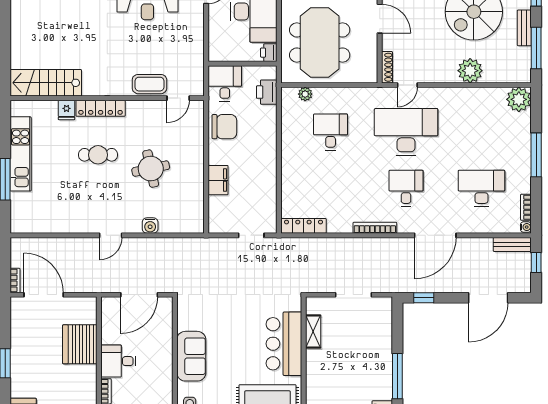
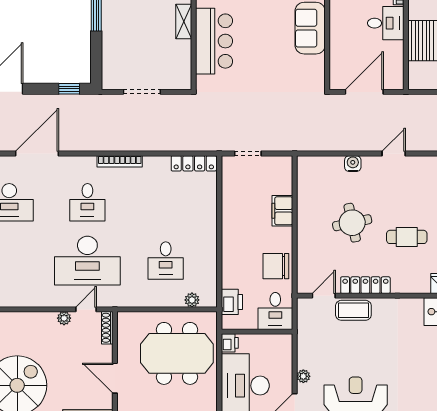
plant: (198, 20) -> (303, 376), added
meeting table: (320, 42) -> (177, 353), turned 90
plant: (470, 71) -> (64, 318), moved, width x0.53, depth x0.53
locker: (101, 108) -> (365, 285), moved
door: (435, 235) -> (37, 154), moved
shelving: (313, 332) -> (184, 22), moved

